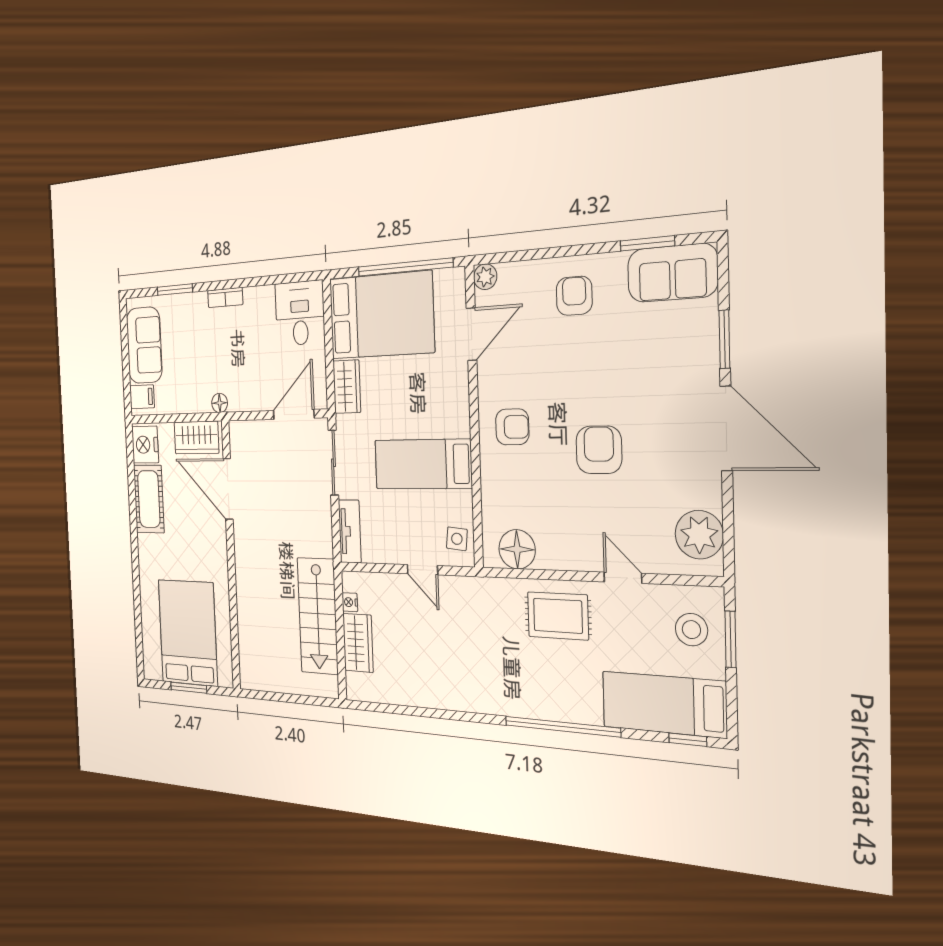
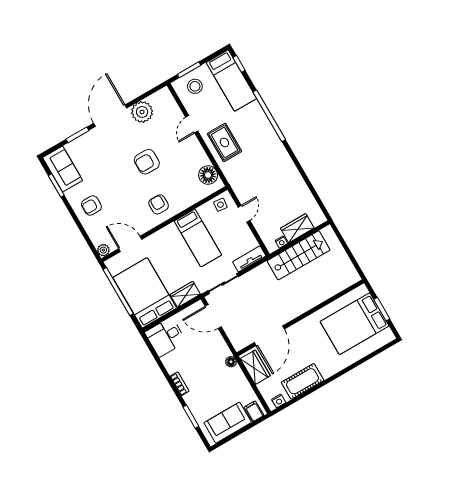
nightstand: (145, 445) -> (279, 401), width x0.53, depth x0.56
plant: (699, 535) -> (142, 112), moved

